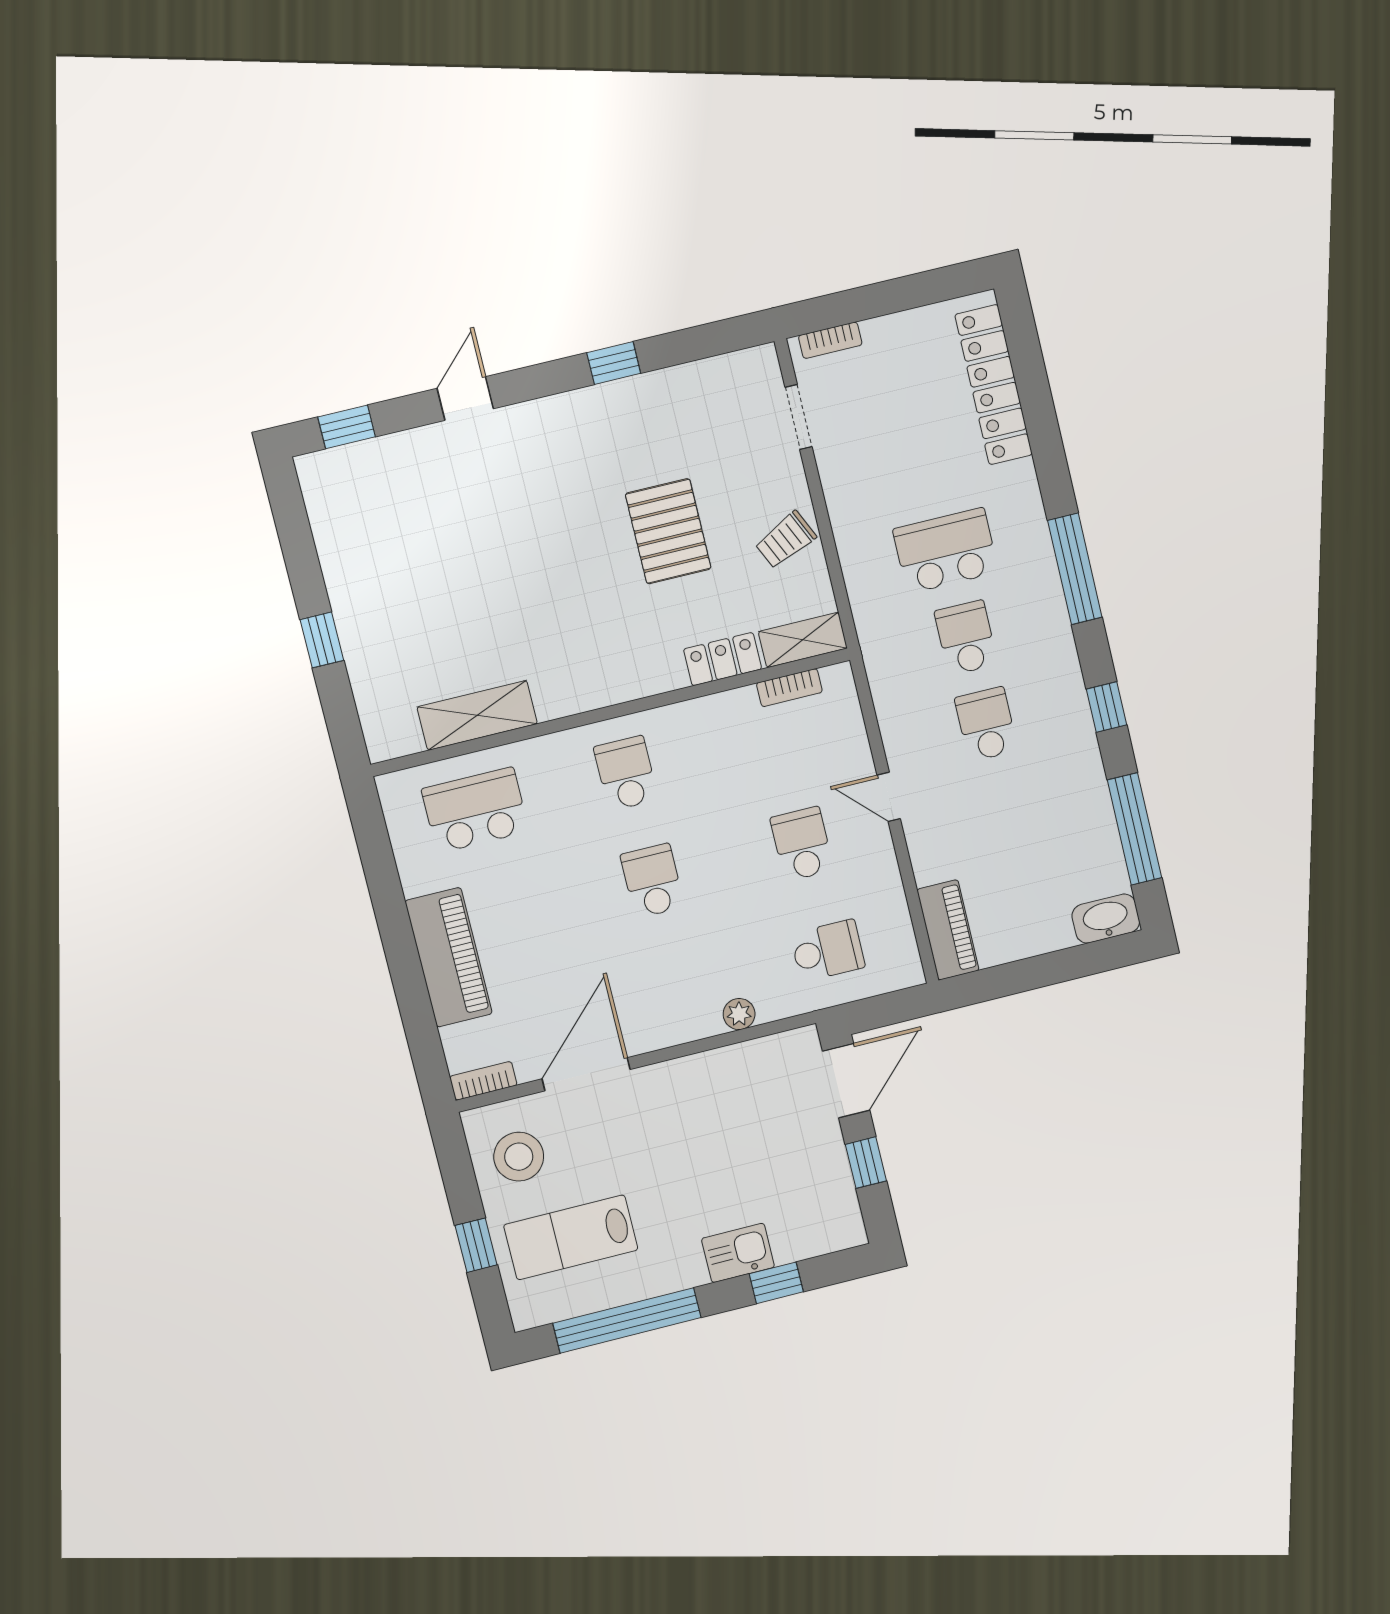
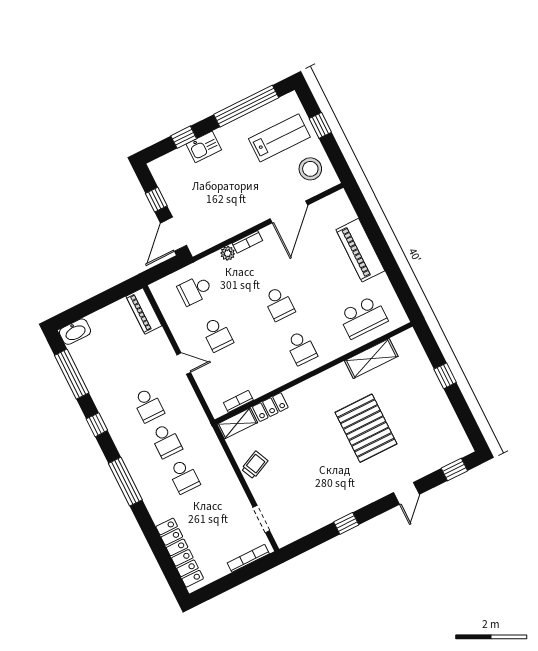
bookcase: (830, 340) -> (248, 558), width x1.56
pallet: (668, 531) -> (366, 428), moved, width x1.37, depth x1.41
school desk: (946, 551) -> (184, 476), width x0.54
bookcase: (483, 1081) -> (247, 242), moved

